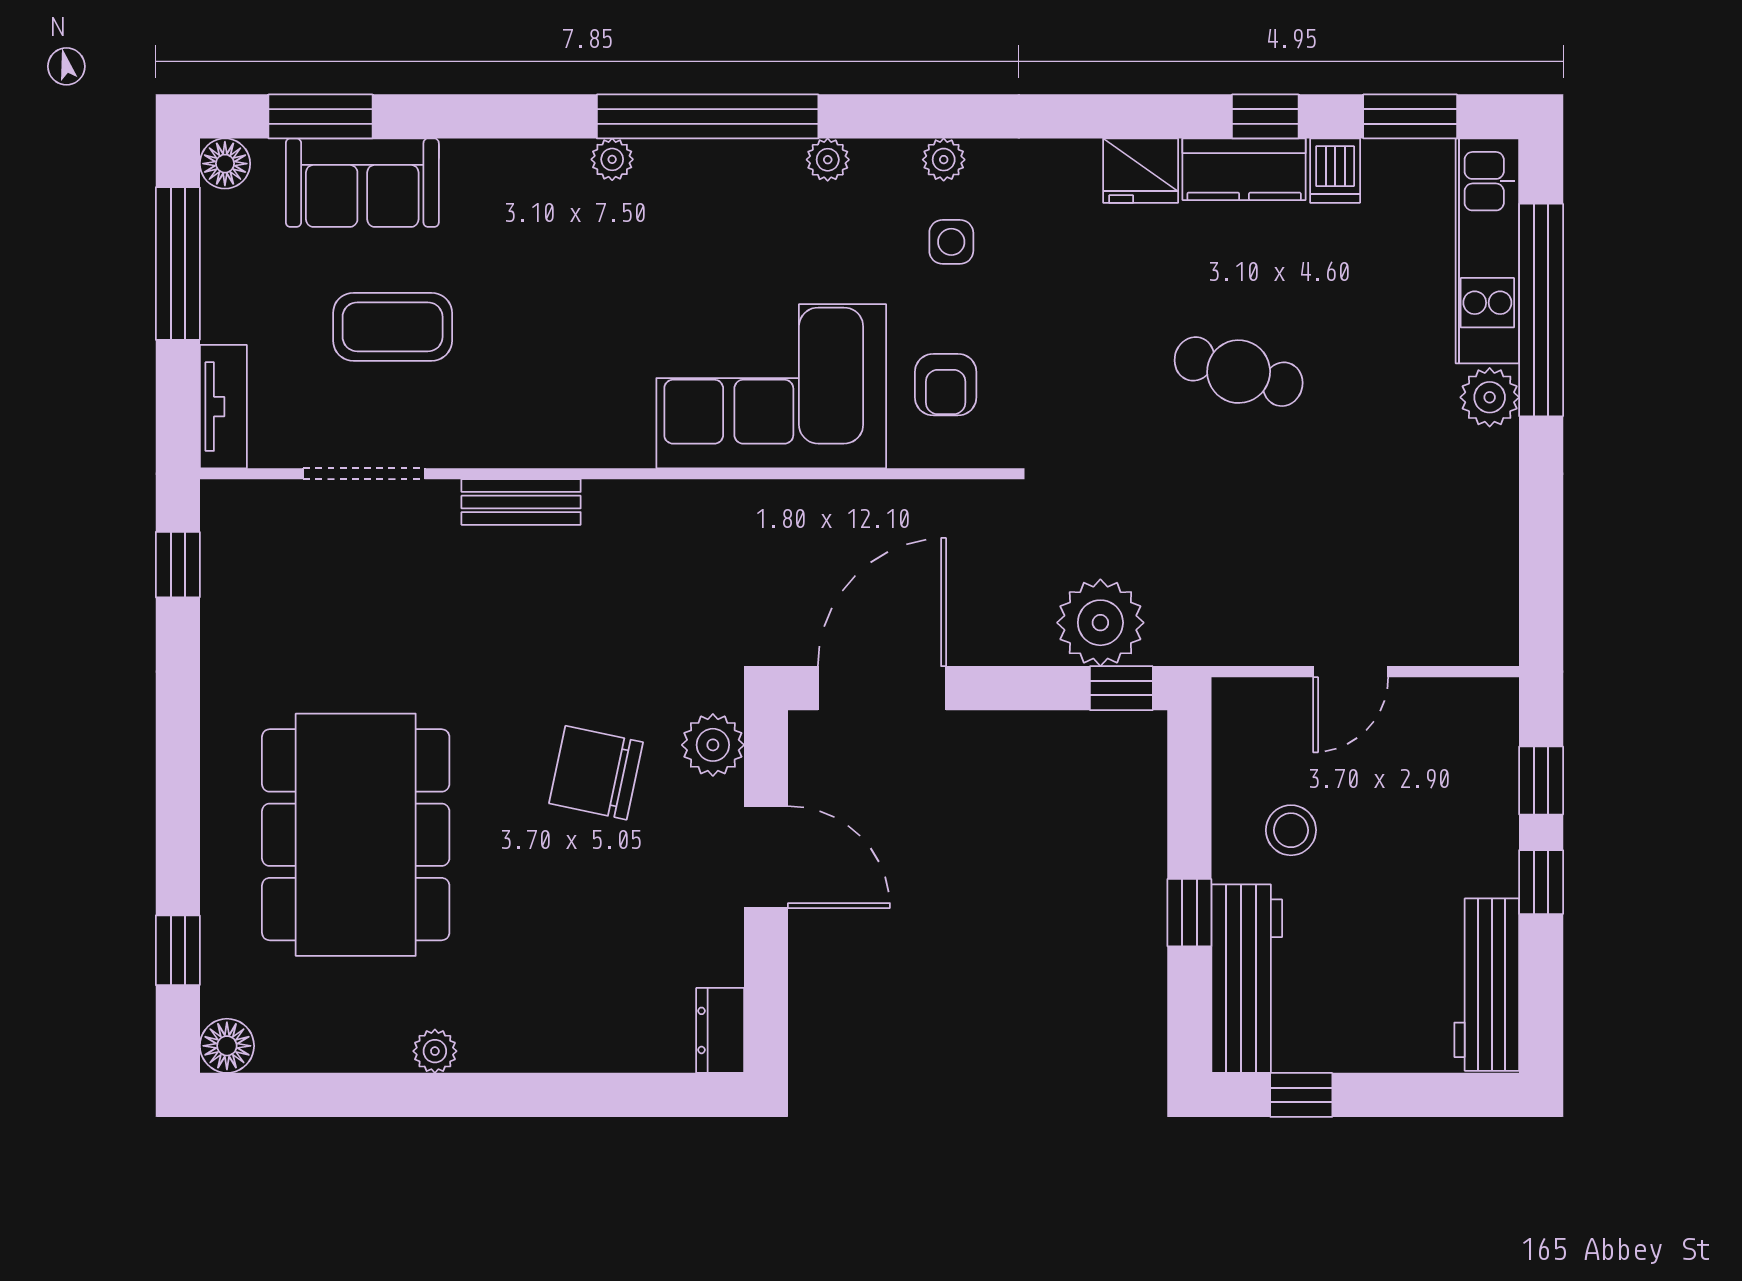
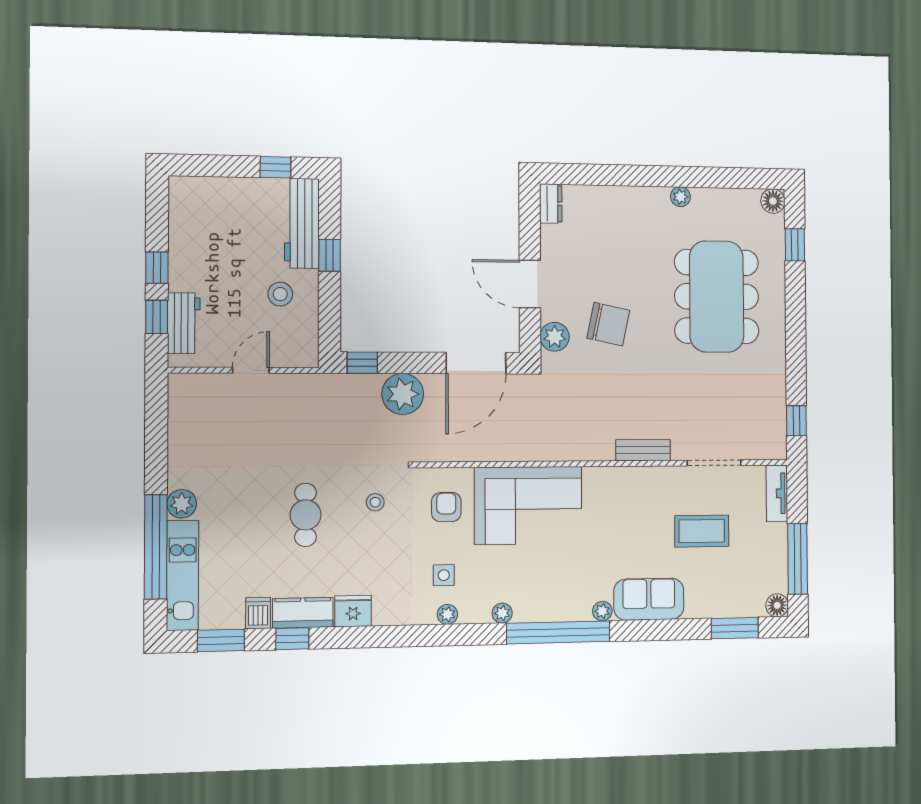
sofa: (362, 183) -> (649, 599), moved
cafe table: (1239, 372) -> (306, 515), turned 74
stool: (1095, 396) -> (375, 502), added
plant: (1100, 623) -> (403, 394), moved
workbench: (1487, 985) -> (184, 323), moved, width x0.73

